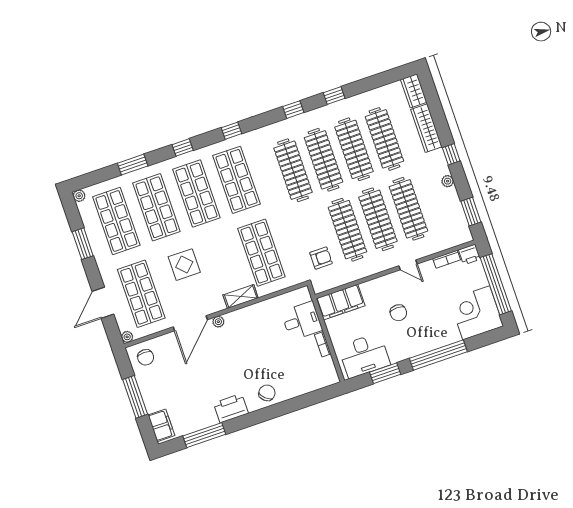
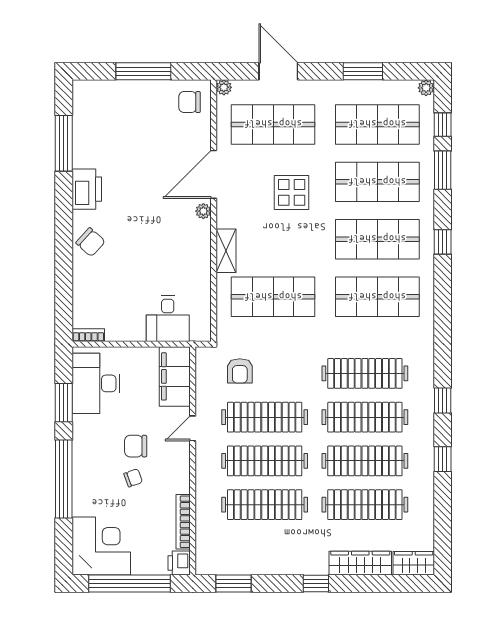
window: (232, 131) -> (443, 125), moved
plant: (448, 181) -> (283, 567), removed
bookcase: (447, 259) -> (183, 522), width x1.56
door: (408, 265) -> (193, 428), moved
chair: (421, 307) -> (133, 478), added
door: (190, 323) -> (214, 174), hinge flipped
bookcase: (323, 344) -> (88, 335), moved
filing cabinet: (161, 425) -> (95, 92), removed

